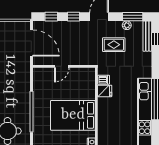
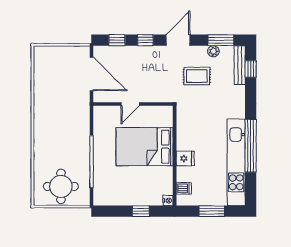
dishwasher: (104, 80) -> (184, 188), moved
fridge: (105, 91) -> (185, 158), moved
bed: (73, 115) -> (145, 147), moved

